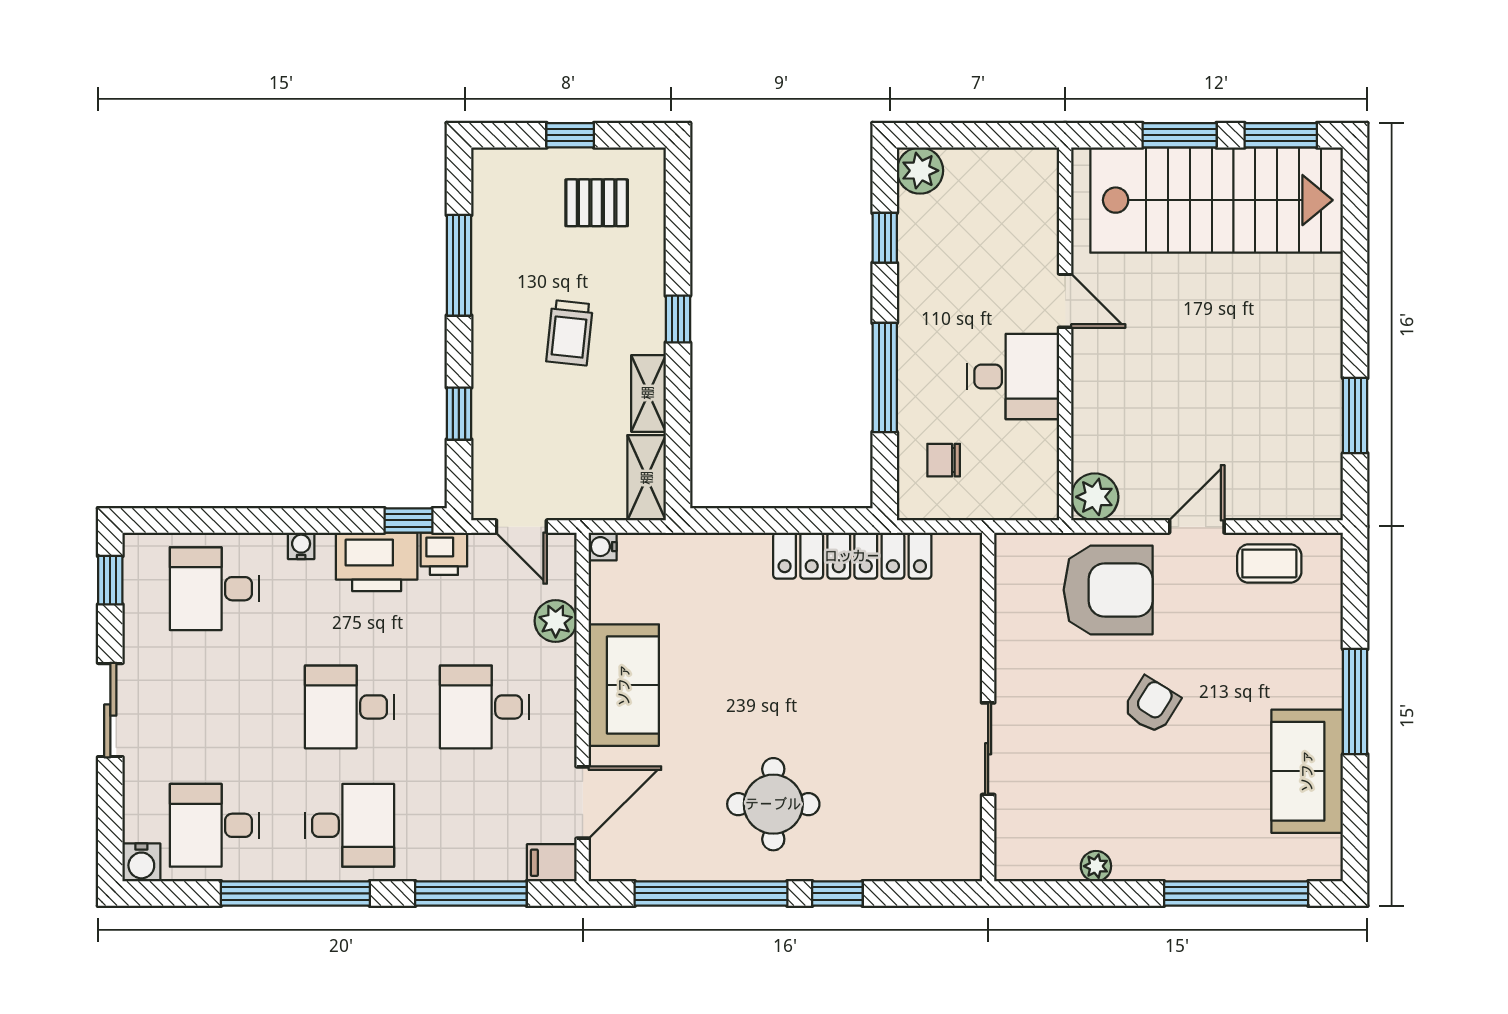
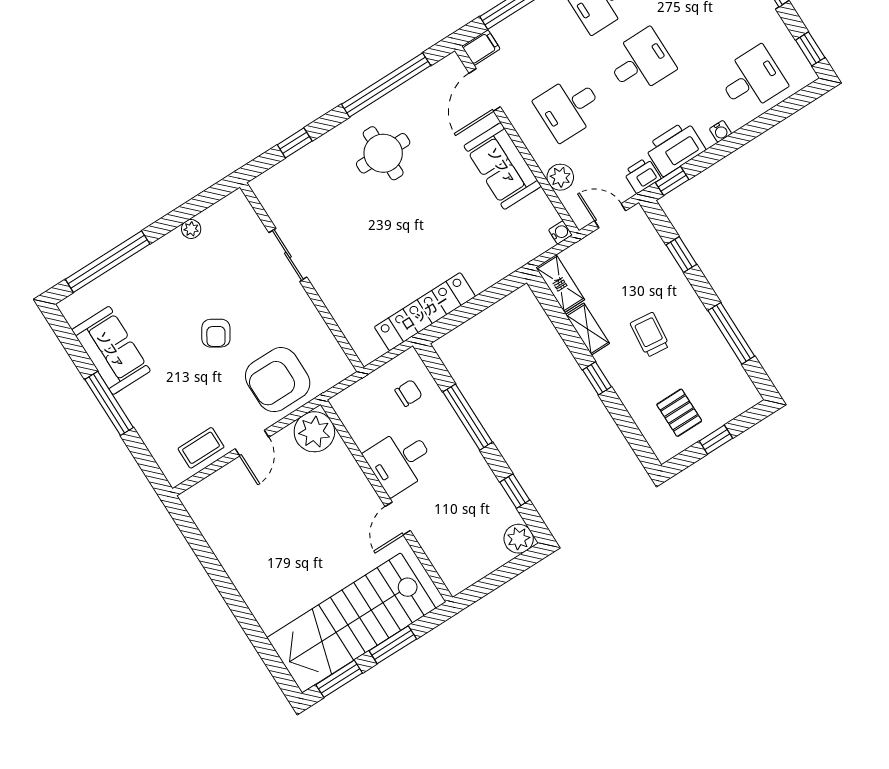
pallet: (597, 203) -> (679, 413), turned 90
door: (1065, 301) -> (398, 518), hinge flipped
window: (1355, 416) -> (205, 555), removed
plant: (1095, 497) -> (314, 432), width x1.36, depth x1.36
desk: (485, 707) -> (569, 108), turned 180
window: (837, 893) -> (295, 143), moved

